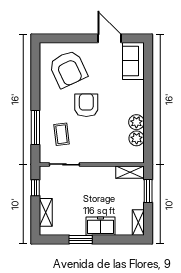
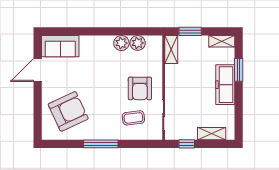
armchair: (86, 105) -> (140, 88), moved, turned -90
window: (35, 127) -> (101, 144), moved
freezer: (100, 226) -> (225, 85), width x1.40
window: (81, 239) -> (239, 70), moved

